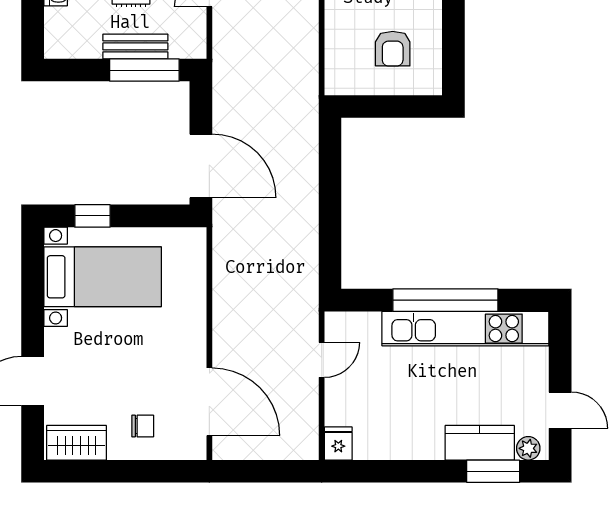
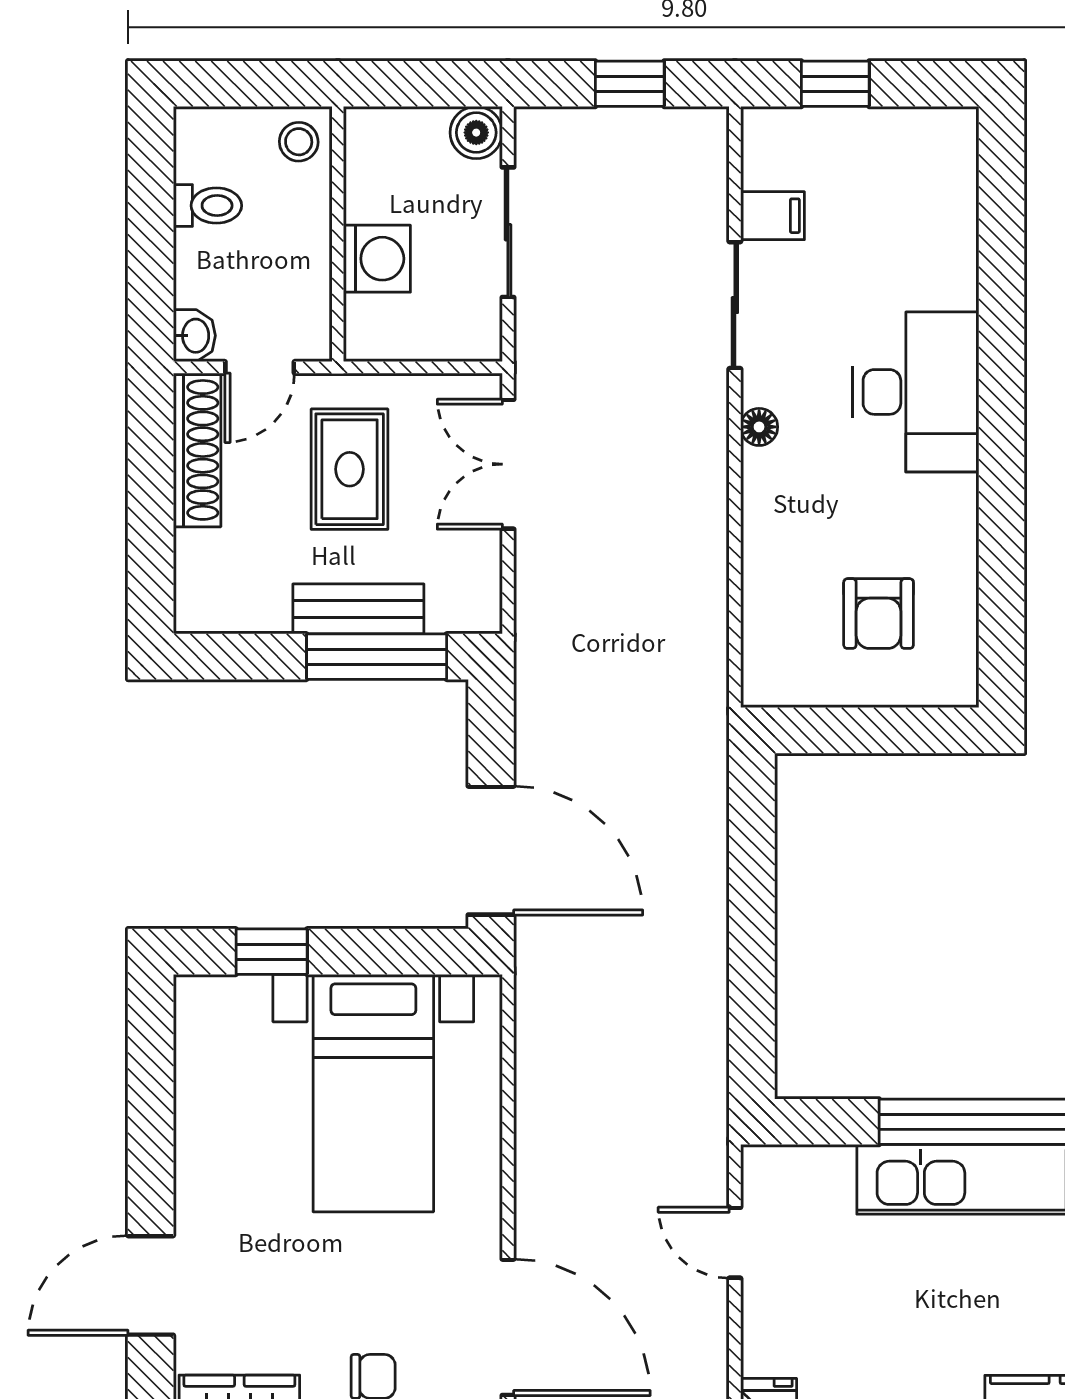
bed with nightstands: (103, 277) -> (373, 1093), moved, turned 90
door: (322, 360) -> (735, 1243), swing flipped

